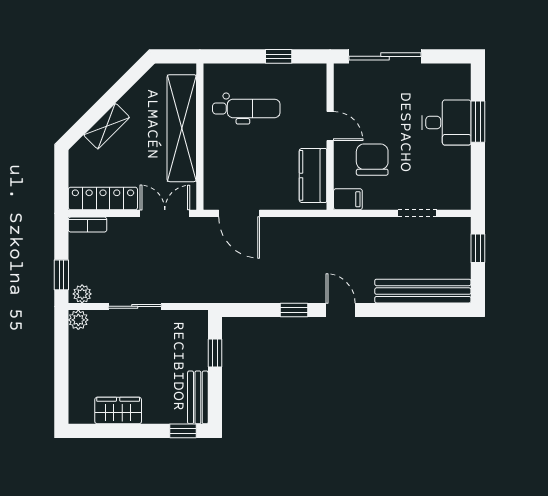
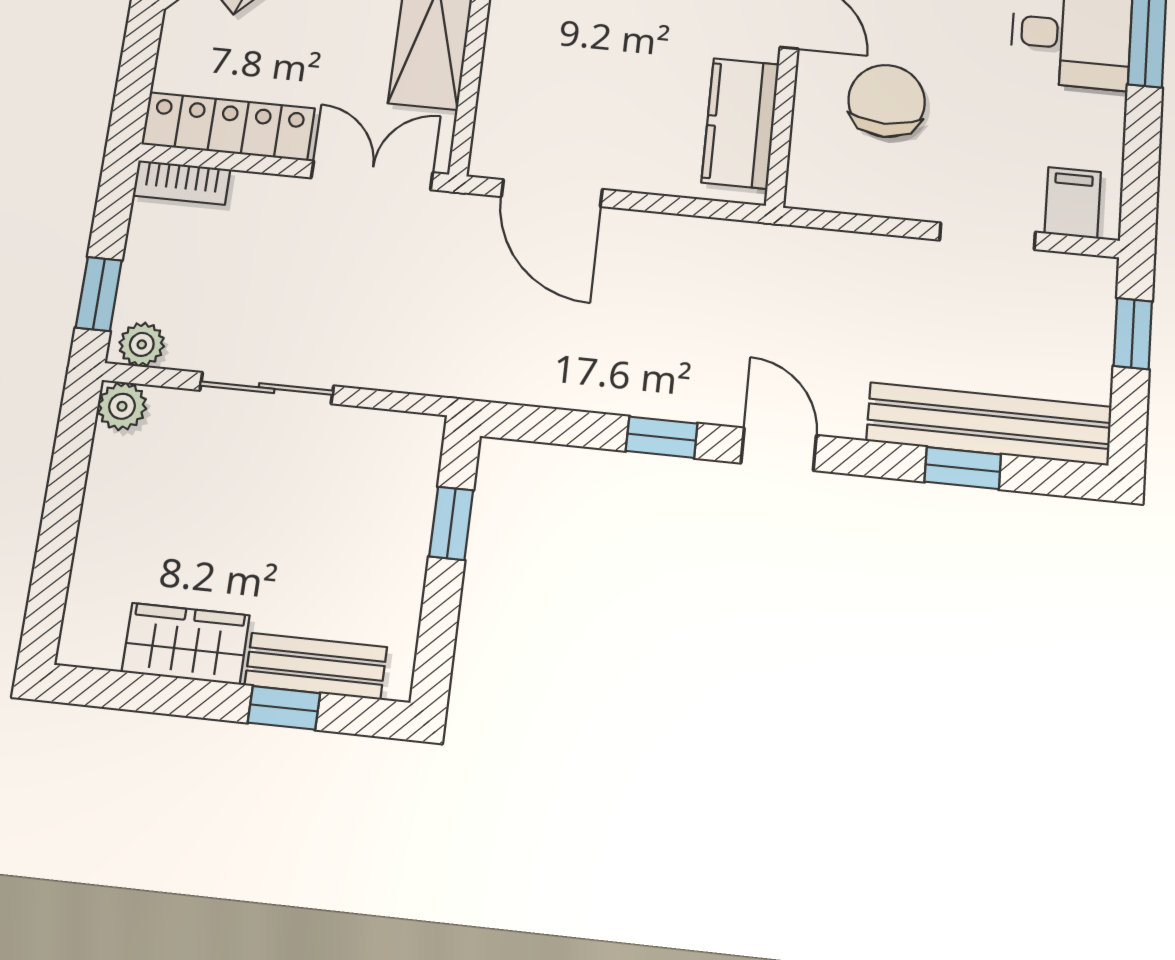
filing cabinet: (348, 199) -> (1073, 203), moved, turned -90
window: (414, 310) -> (963, 468), added
bench: (198, 397) -> (316, 666), moved, turned 90
window: (183, 431) -> (284, 708), moved

